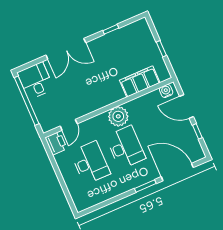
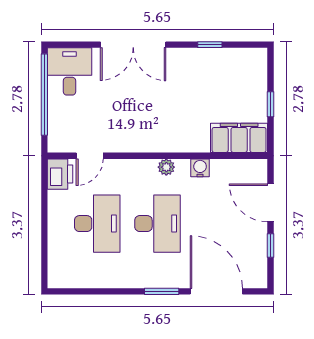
filing cabinet: (140, 82) -> (239, 138), moved
water cooler: (166, 91) -> (200, 168), moved
plant: (118, 116) -> (166, 167), width x0.53, depth x0.53

